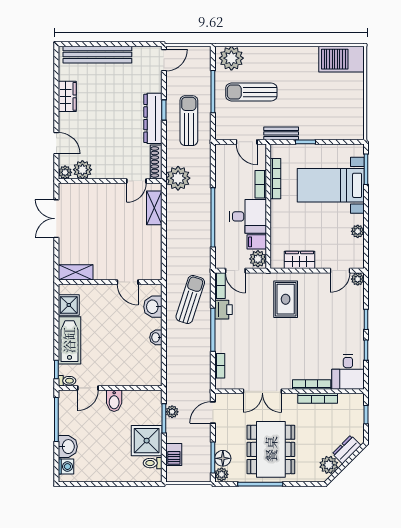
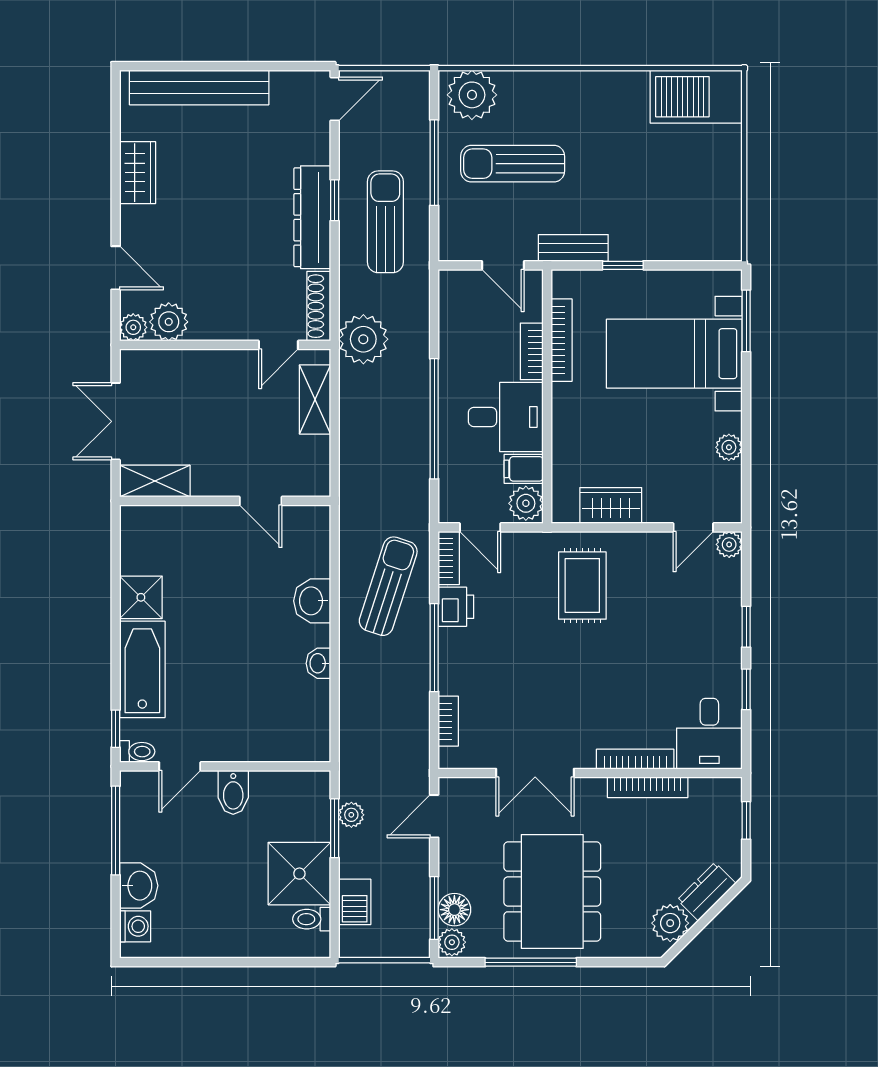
shelving: (76, 272) -> (155, 481), moved
wall: (110, 282) -> (225, 501), moved
door: (128, 282) -> (261, 501), moved

